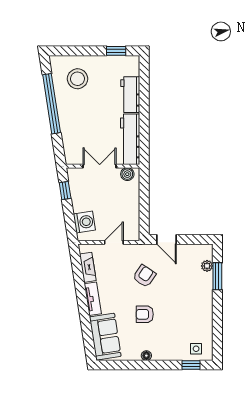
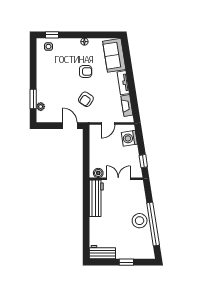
window: (116, 51) -> (126, 262), moved
stool: (77, 79) -> (140, 221), moved
workbench: (130, 95) -> (102, 252), moved, turned -90
double door: (100, 166) -> (118, 179), swing flipped

